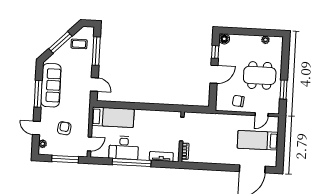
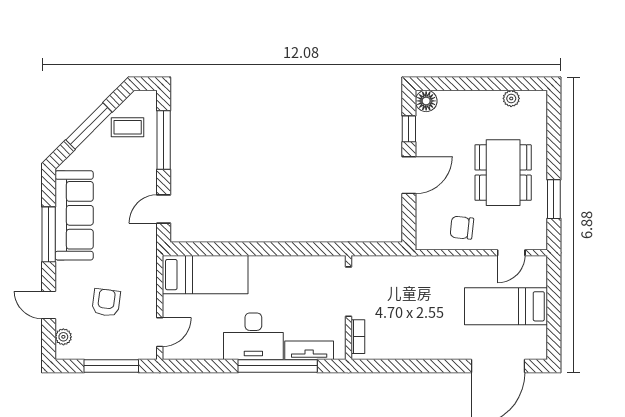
dining table: (260, 75) -> (503, 173), turned 90
door: (94, 84) -> (164, 209), swing flipped
desk: (124, 148) -> (253, 336), moved
window: (132, 163) -> (278, 366), moved

